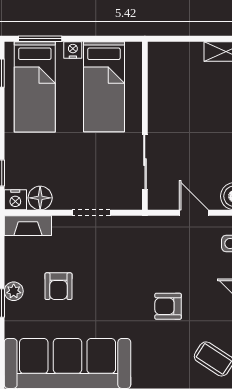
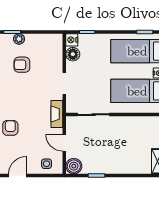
door: (194, 213) -> (64, 143), swing flipped
fireplace: (28, 226) -> (57, 114), moved

